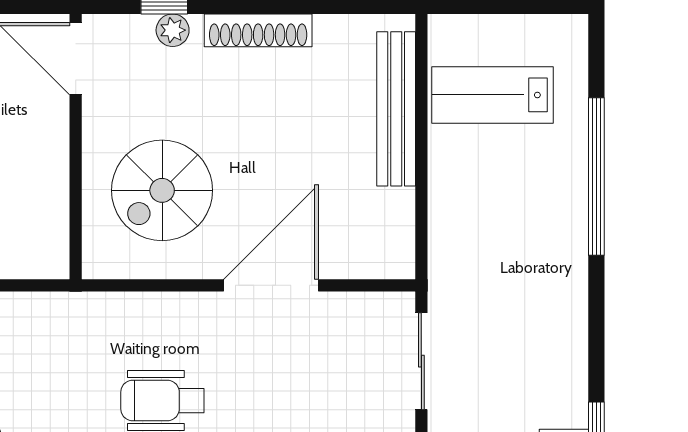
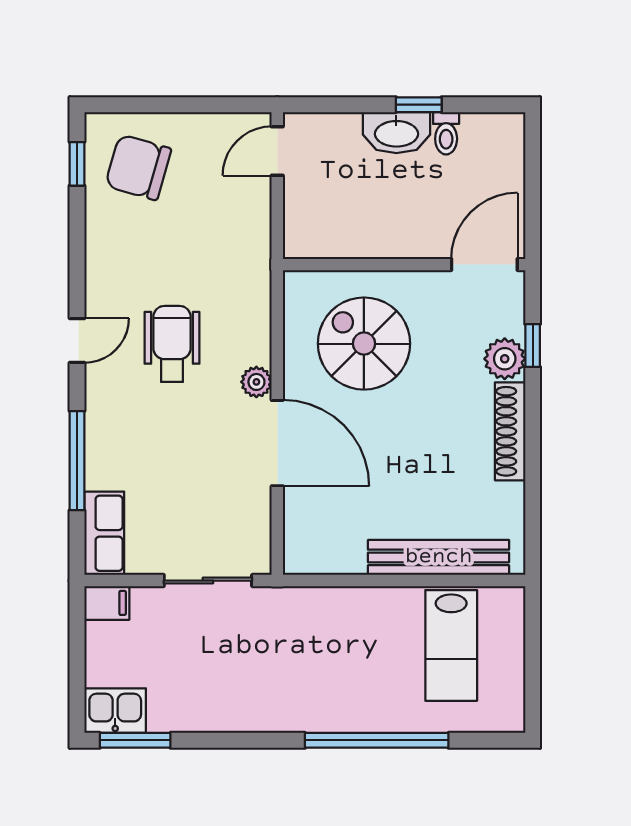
plant: (173, 30) -> (505, 359), width x1.38, depth x1.38
lab bench: (493, 95) -> (451, 645), turned 180
plant: (204, 308) -> (256, 382), added

